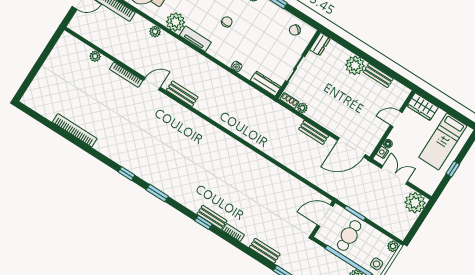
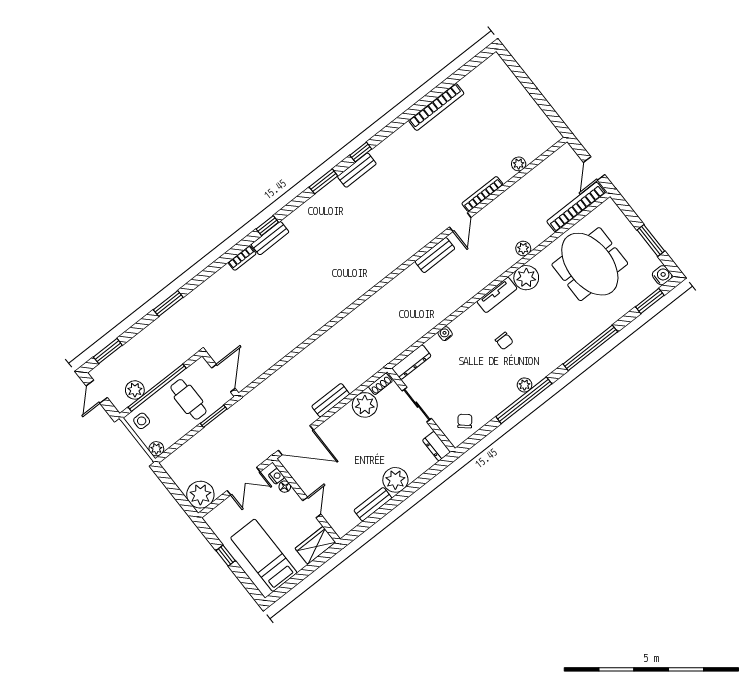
plant: (302, 108) -> (365, 405), width x1.88, depth x1.88
door: (351, 147) -> (296, 440), swing flipped
bench: (265, 251) -> (357, 170), moved

